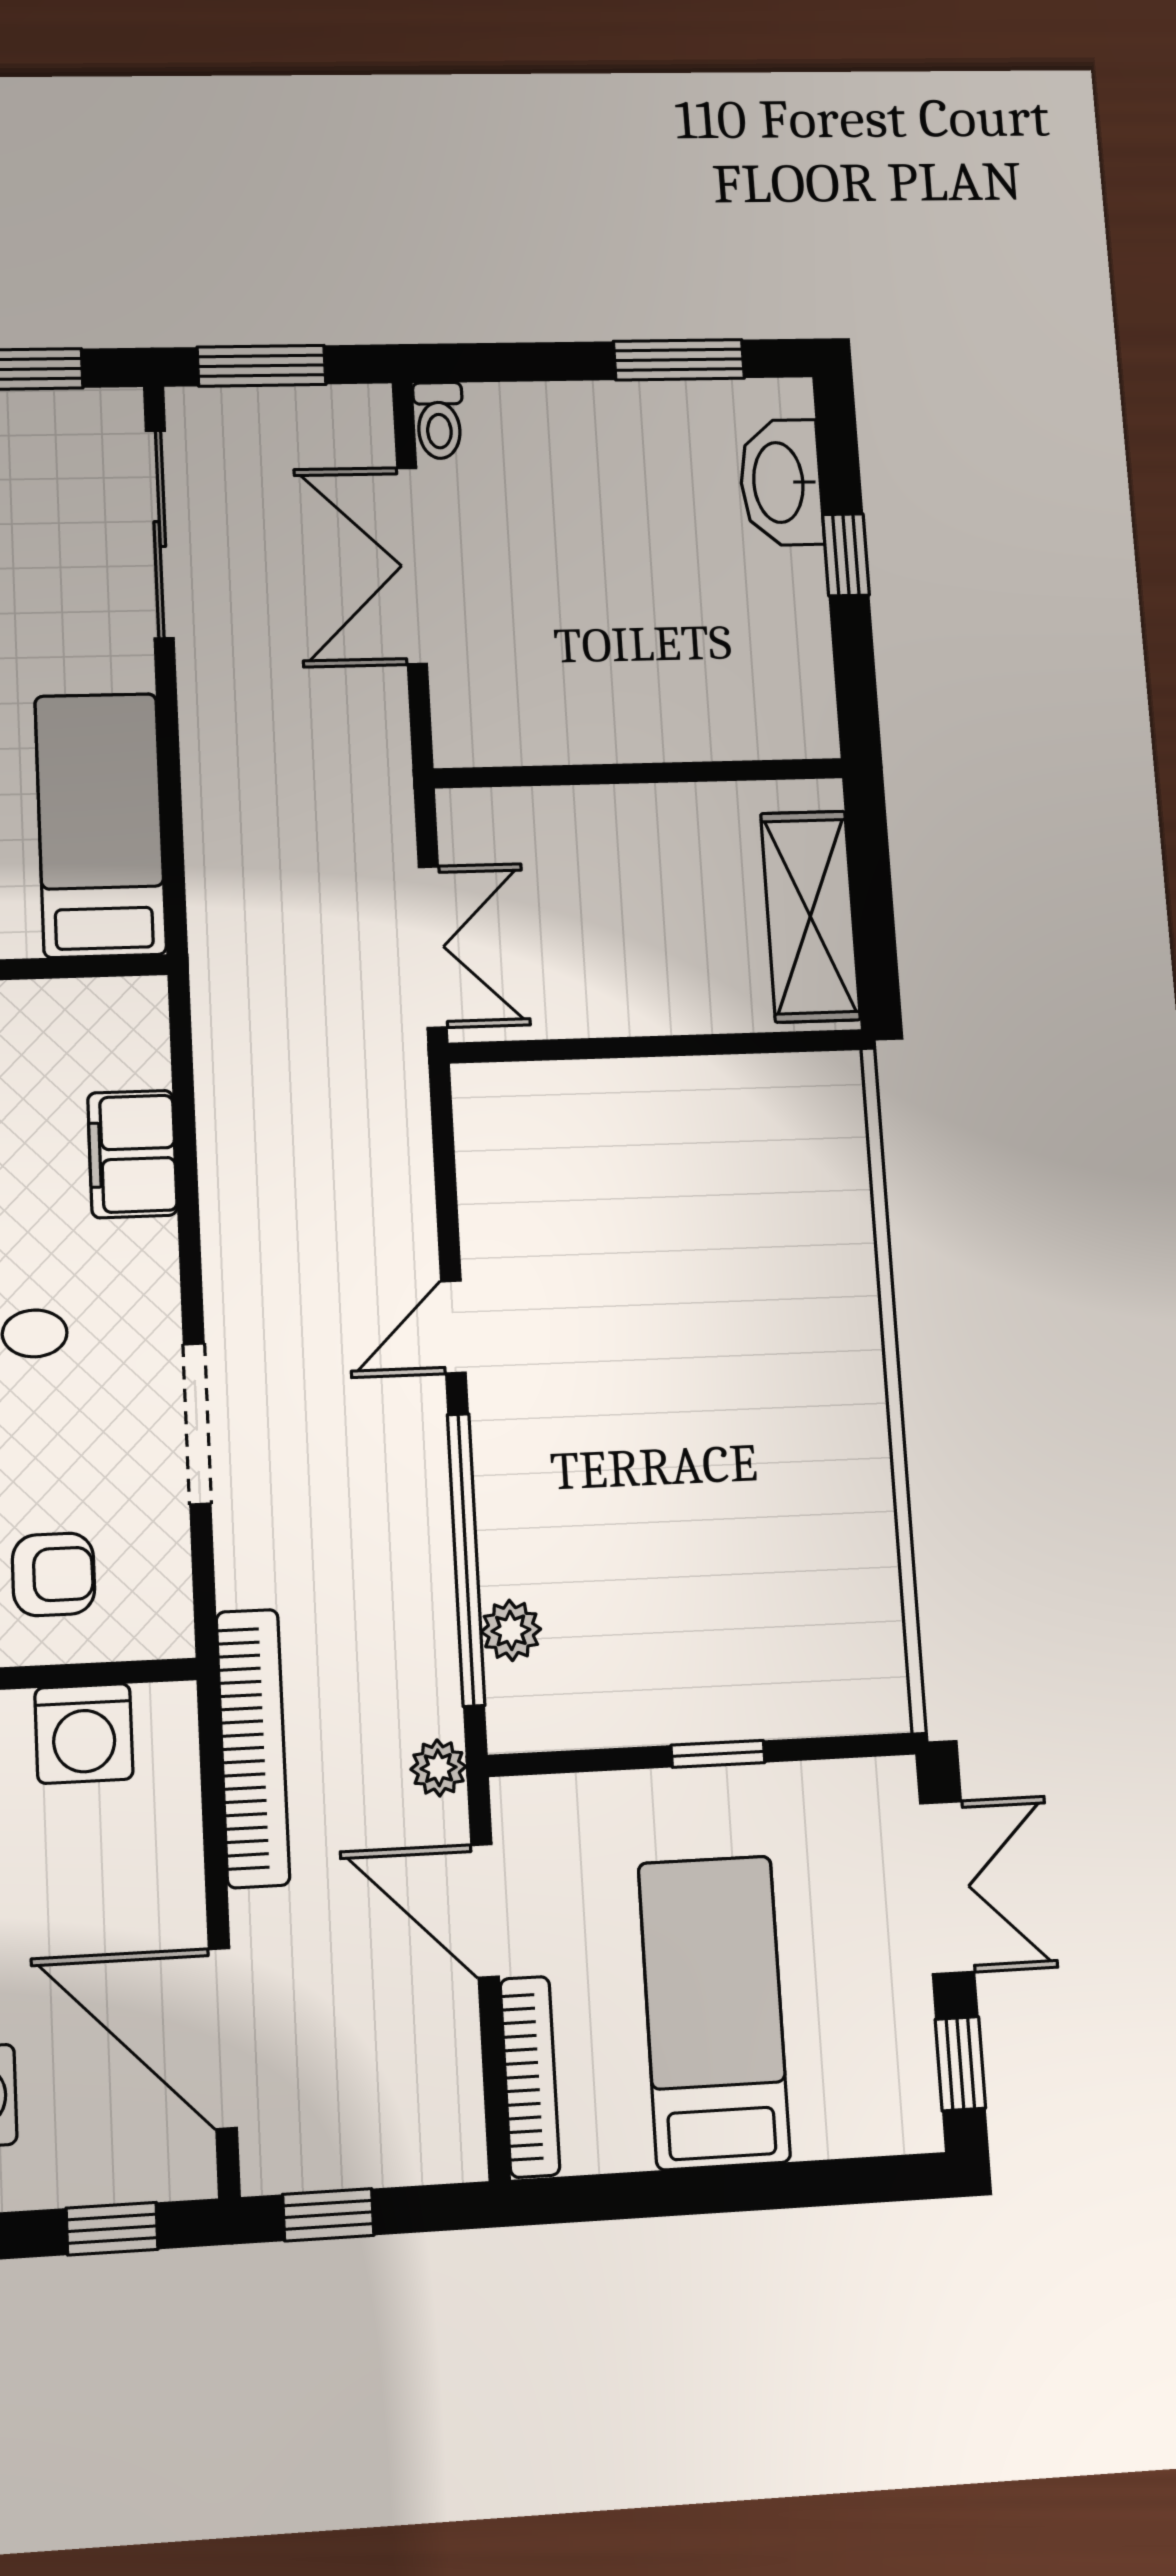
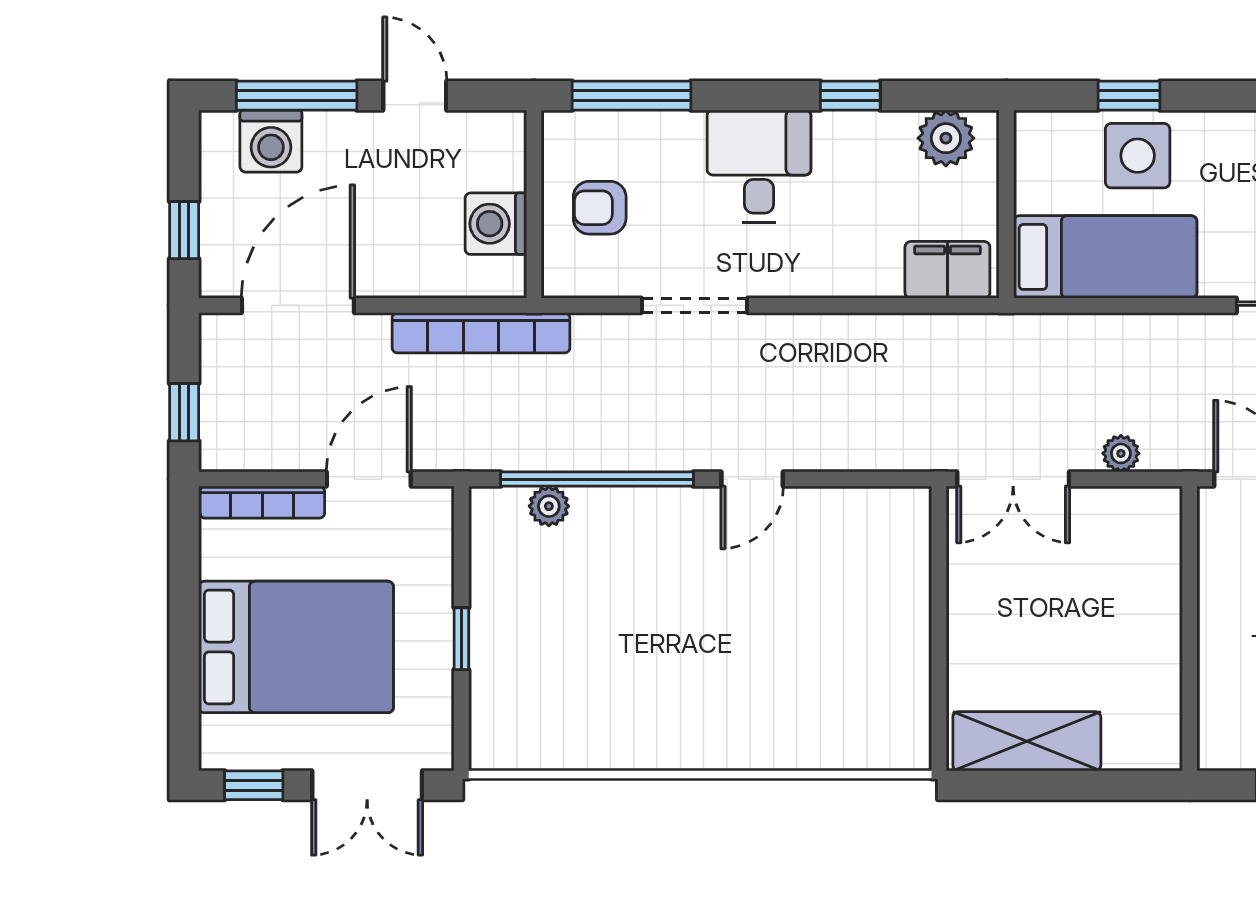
wall: (639, 773) -> (1190, 629), moved
filing cabinet: (132, 1154) -> (947, 270), moved
door: (453, 1327) -> (752, 479), swing flipped
armchair: (54, 1574) -> (600, 208), turned 90
plant: (438, 1768) -> (1121, 453), moved
bed: (714, 2012) -> (296, 647), width x1.50
window: (328, 2215) -> (184, 412), moved

